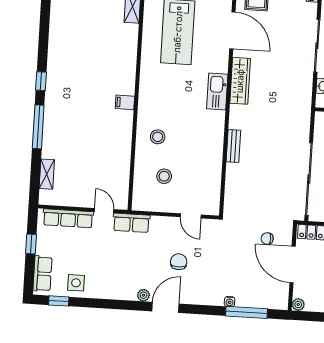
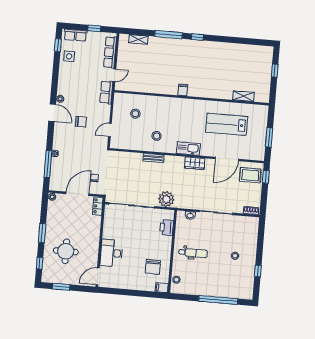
wardrobe: (240, 81) -> (195, 163), width x0.67
plant: (298, 124) -> (166, 199), added
stool: (158, 137) -> (157, 136), moved

